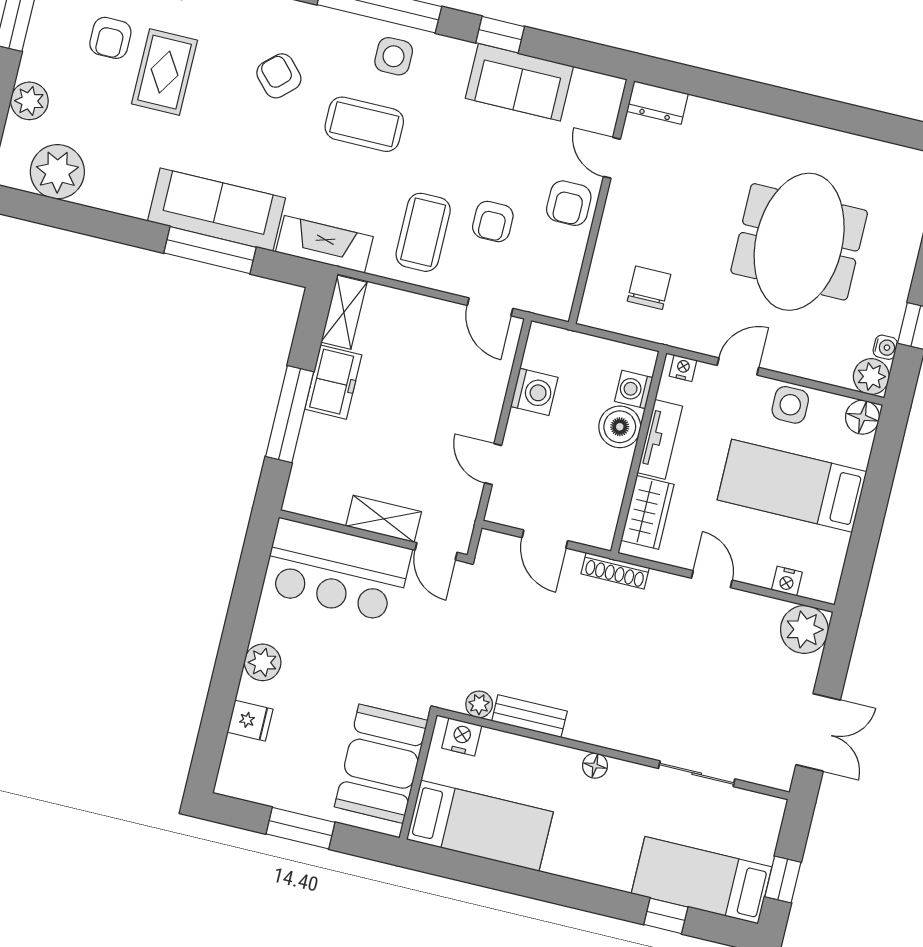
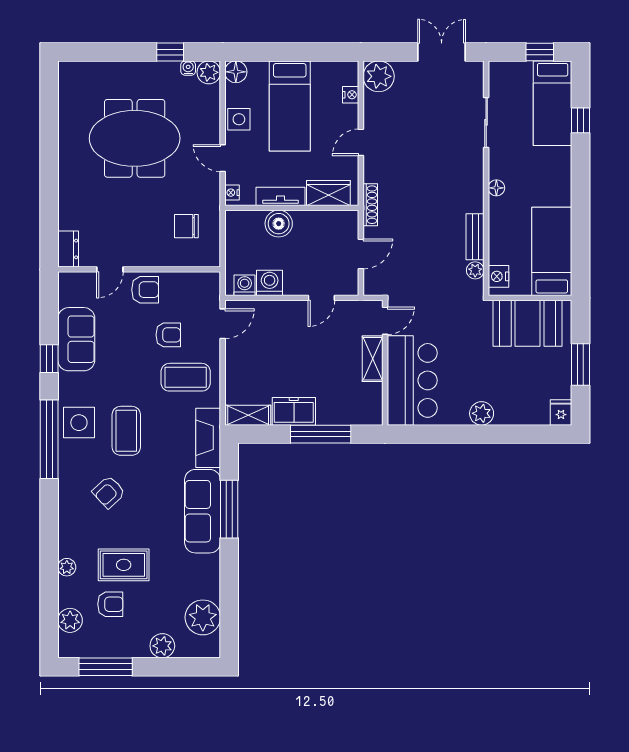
side table: (394, 56) -> (79, 423), width x1.37, depth x1.37
washing machine: (634, 389) -> (245, 285), moved, turned 180
fridge: (250, 721) -> (561, 412), moved

